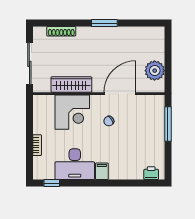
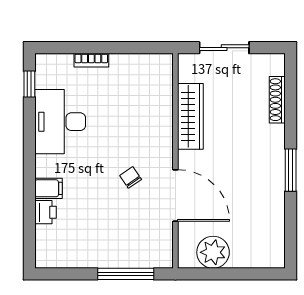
sliding door: (29, 64) -> (224, 48), width x0.73
corner desk: (72, 112) -> (145, 118), removed
filing cabinet: (102, 171) -> (48, 188), moved
printer: (151, 173) -> (45, 212), moved

